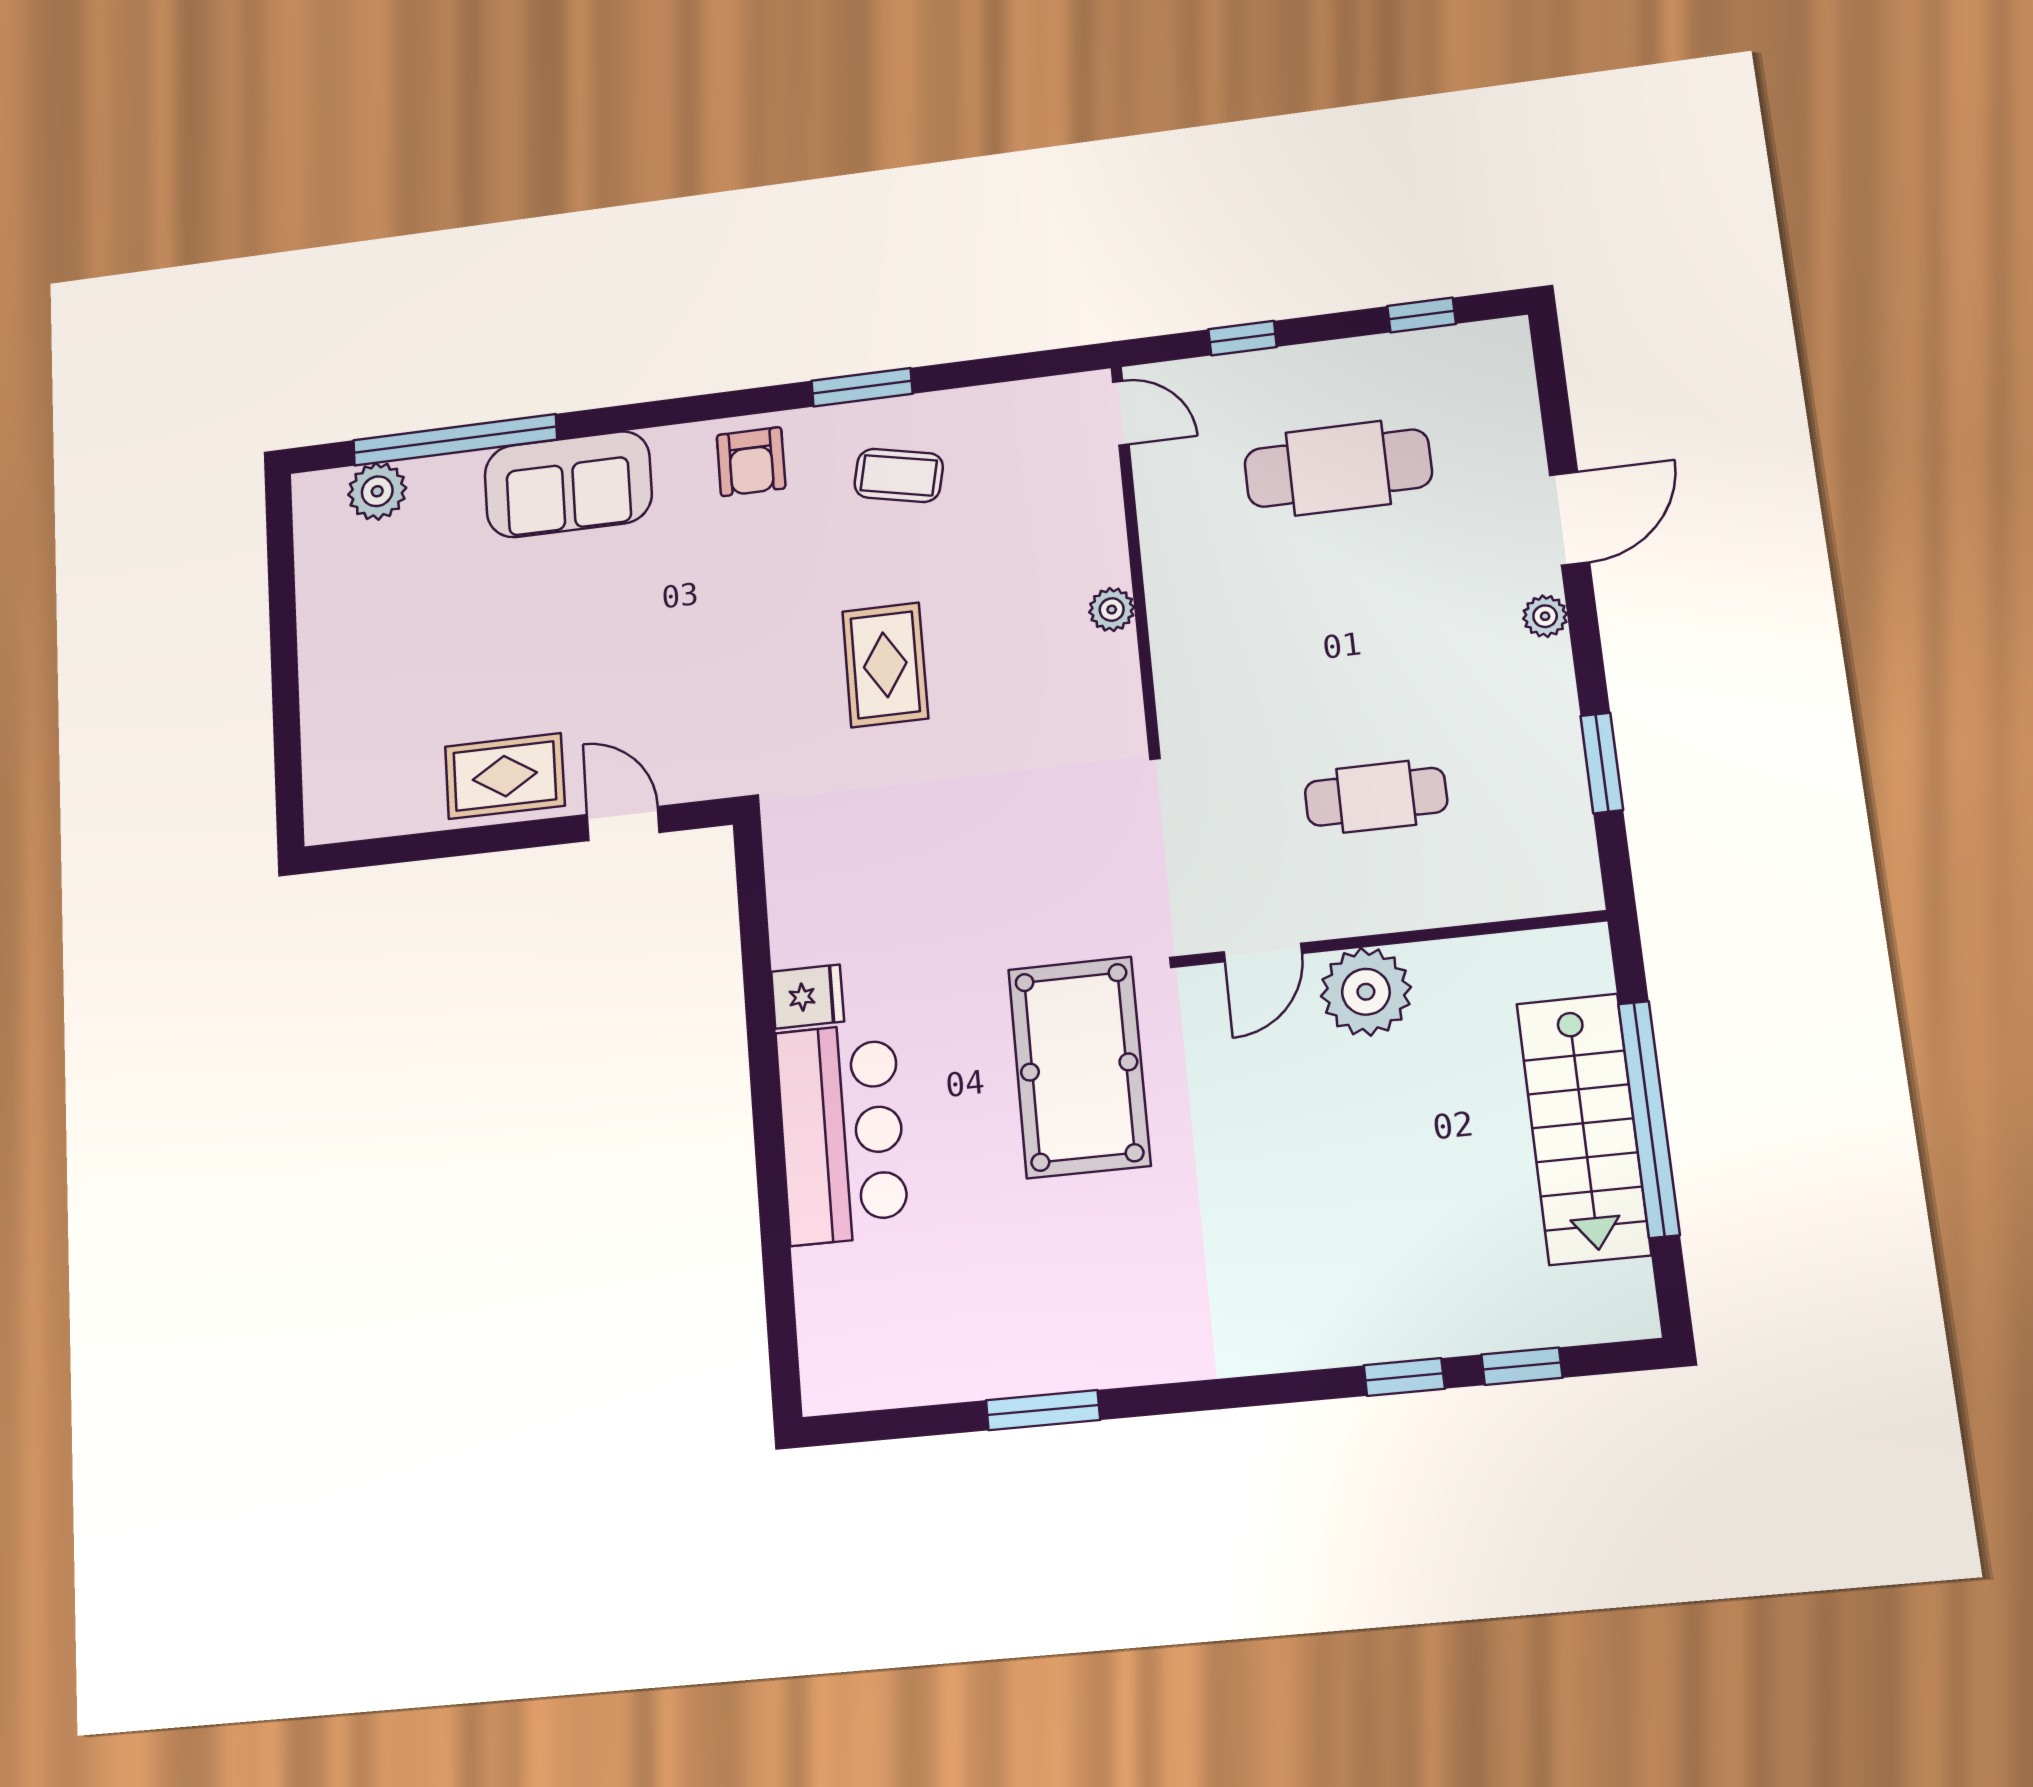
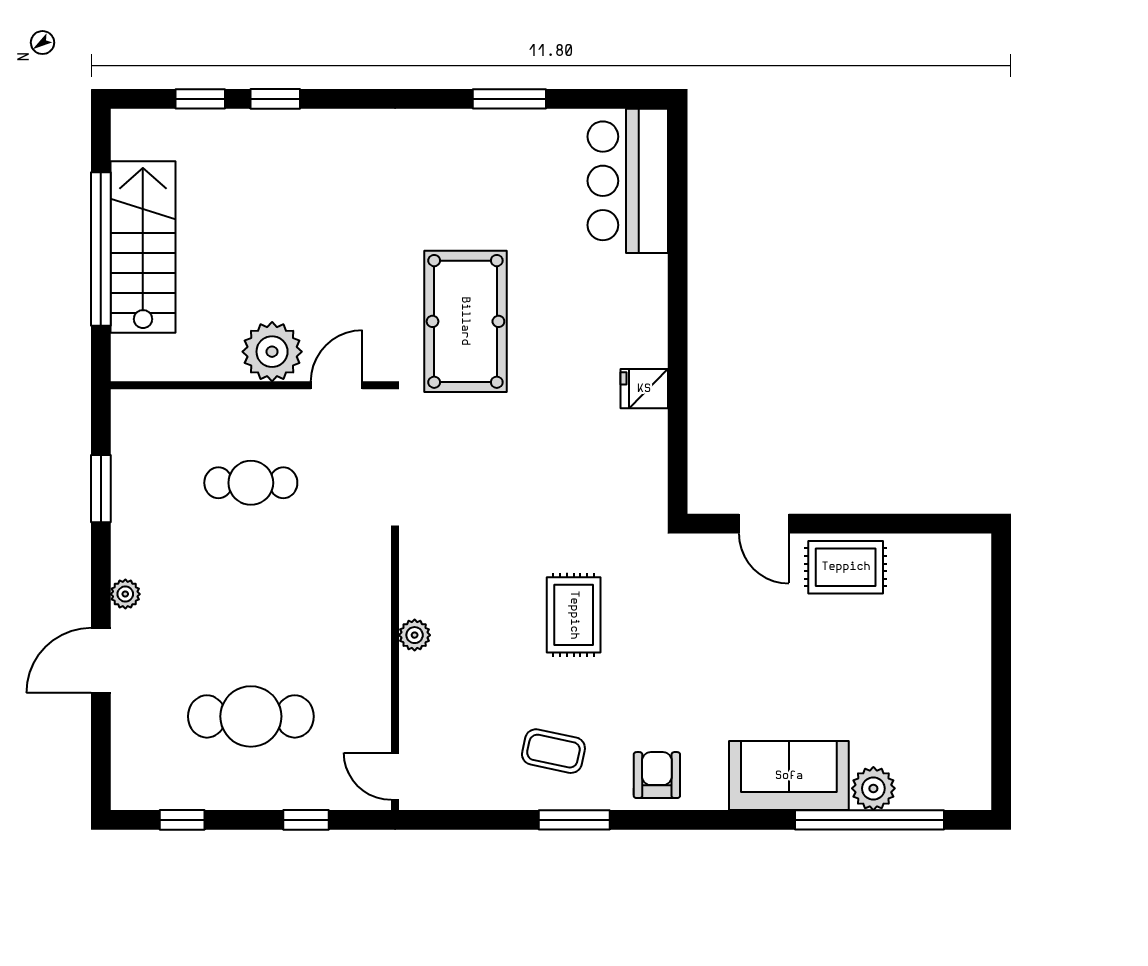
plant: (377, 491) -> (873, 788), moved
bar counter: (842, 1133) -> (628, 181), moved

